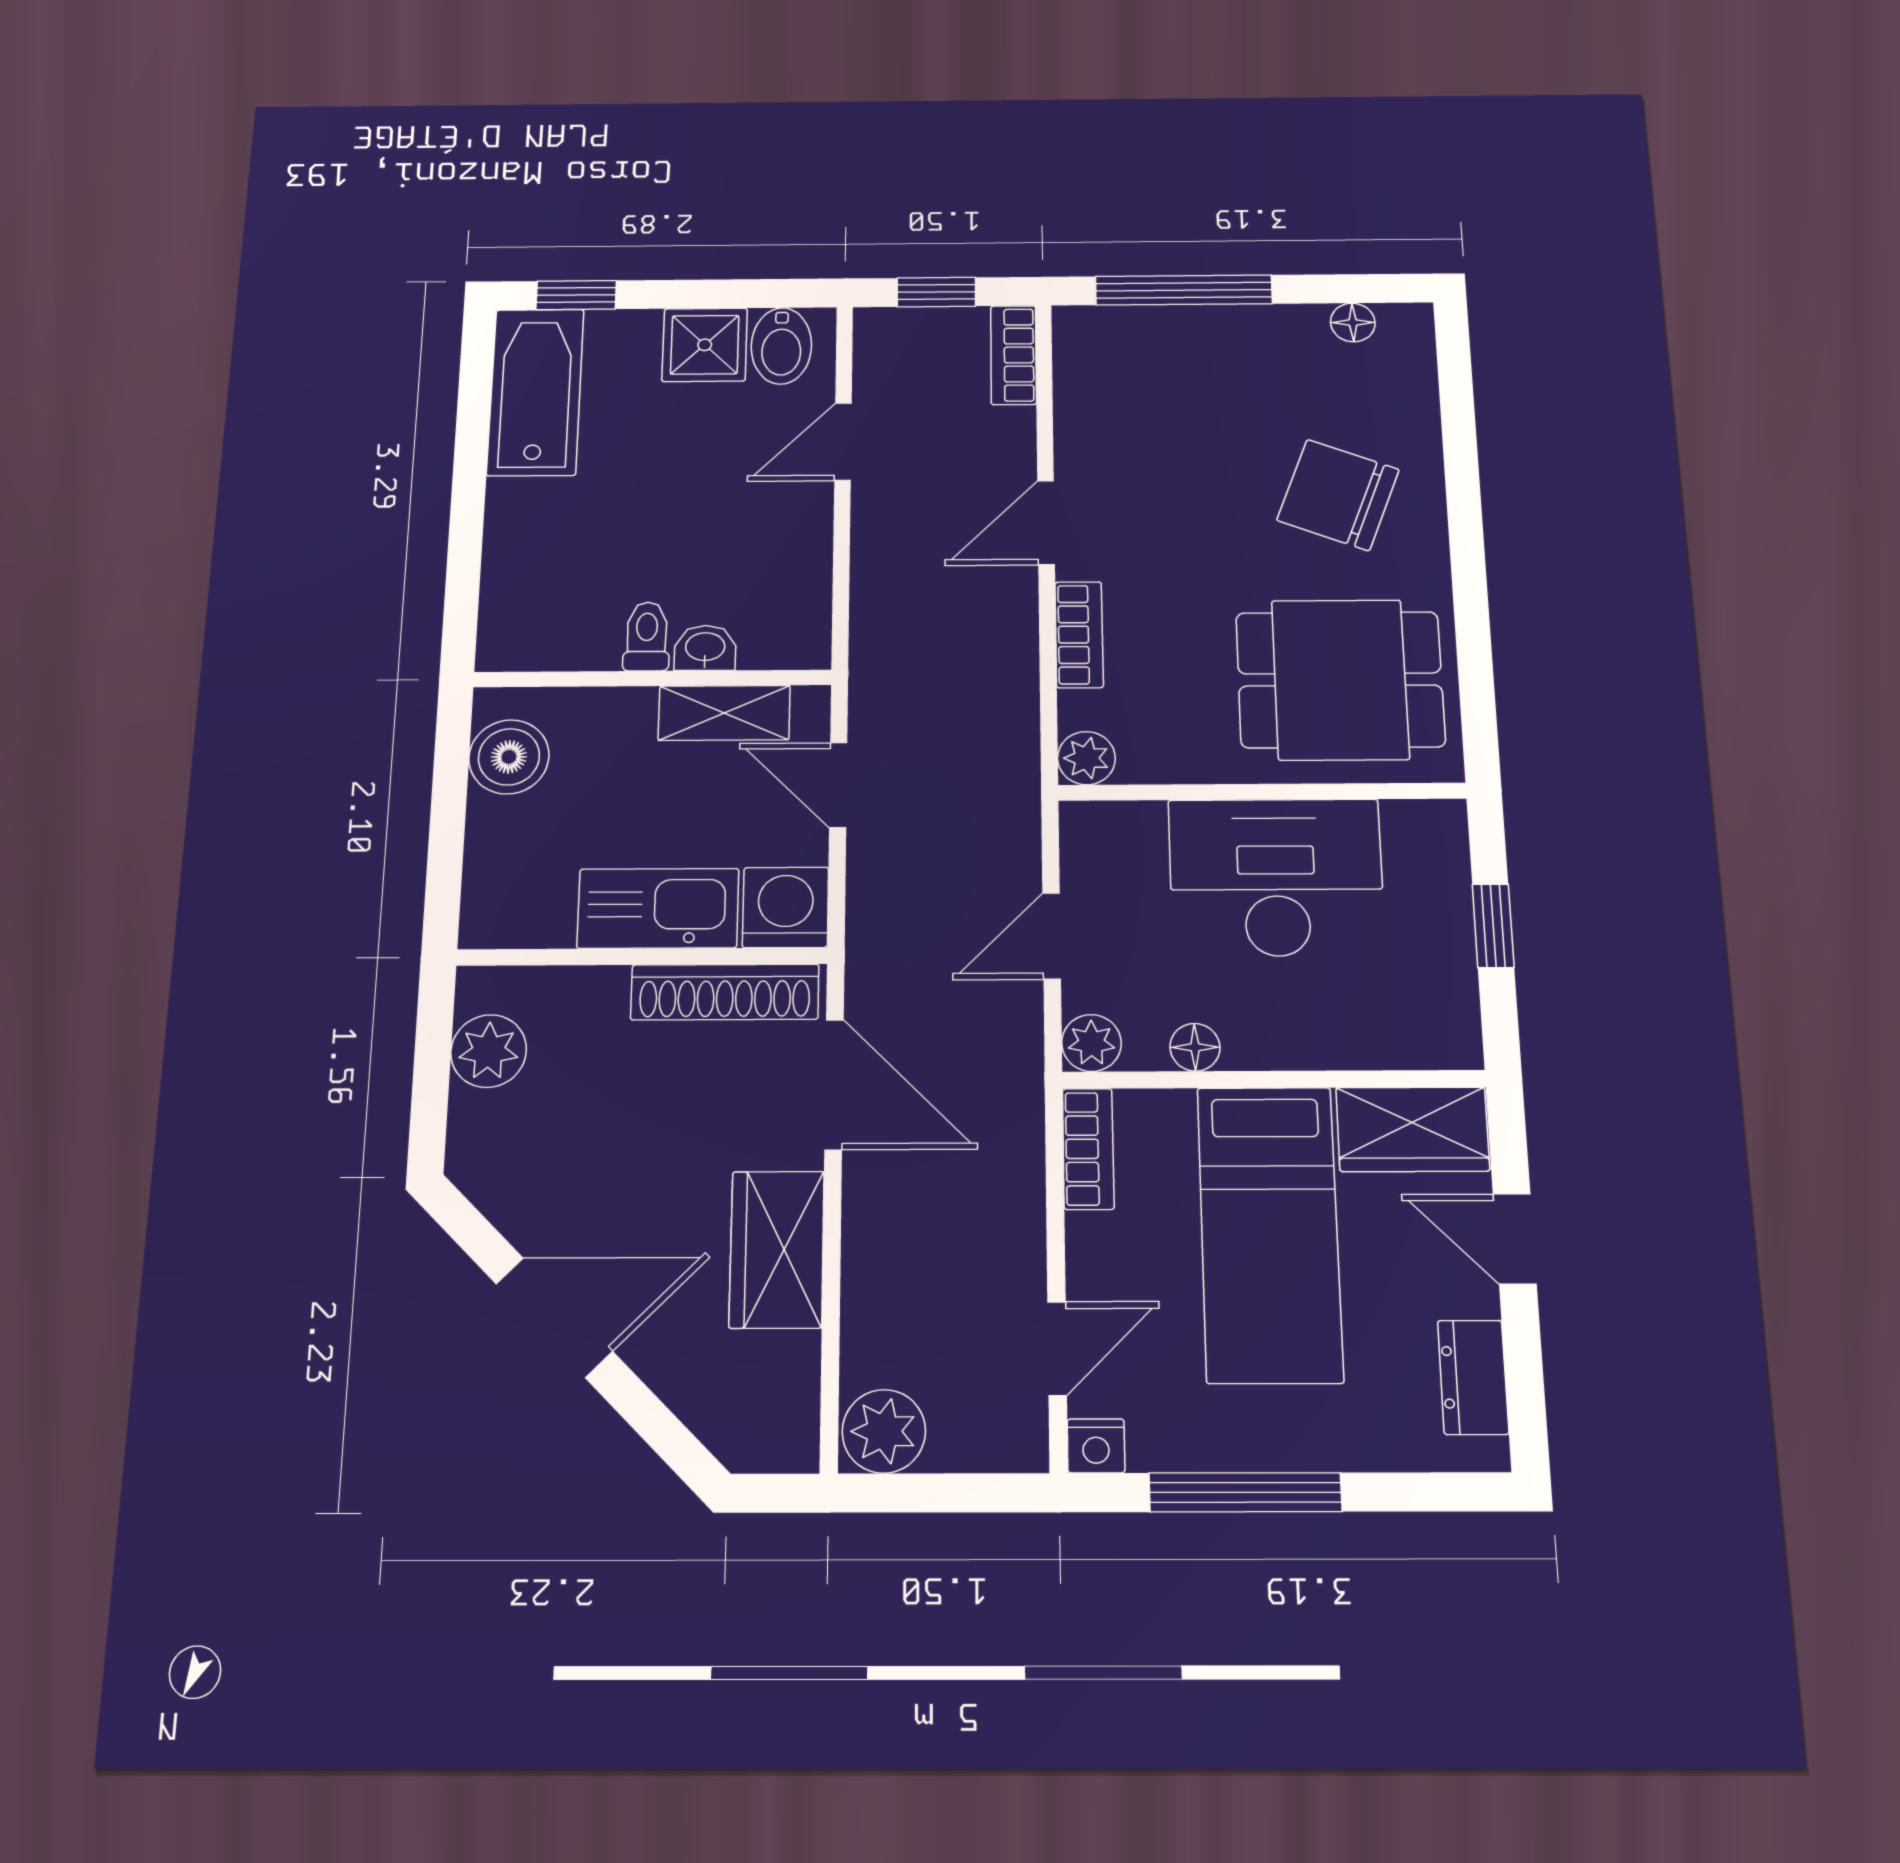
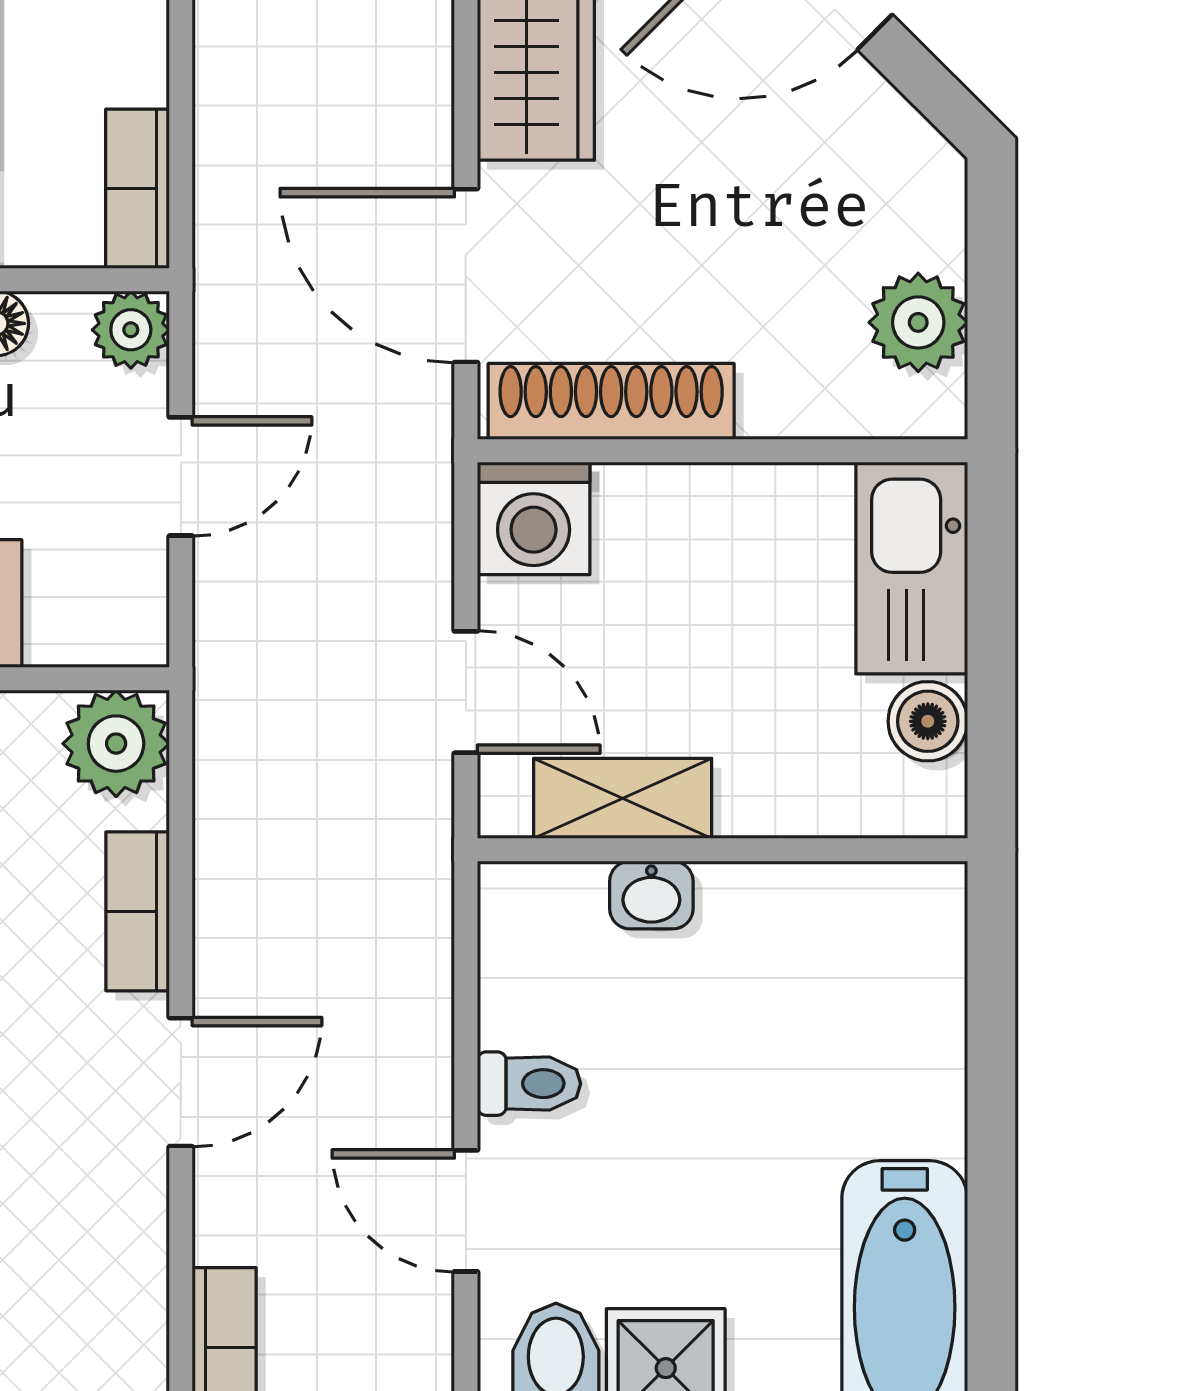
door: (843, 442) -> (466, 1211), swing flipped
toilet: (647, 636) -> (529, 1084), moved, turned -90
boiler: (509, 757) -> (928, 721), width x0.73, depth x0.73
plant: (1086, 758) -> (116, 744), width x1.38, depth x1.38
kitchen sink: (658, 908) -> (912, 568), moved, turned 90

